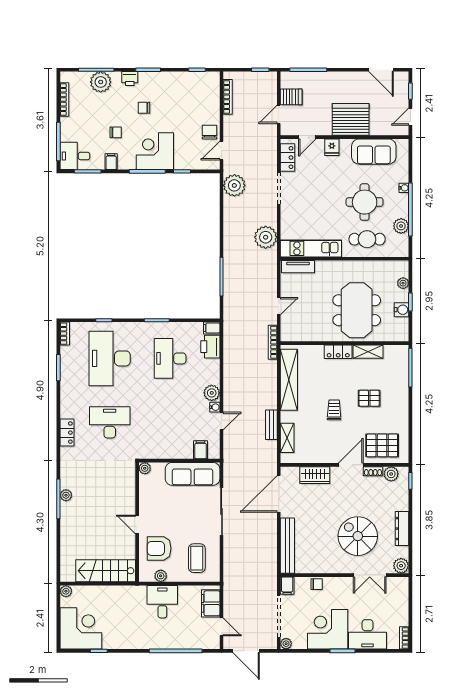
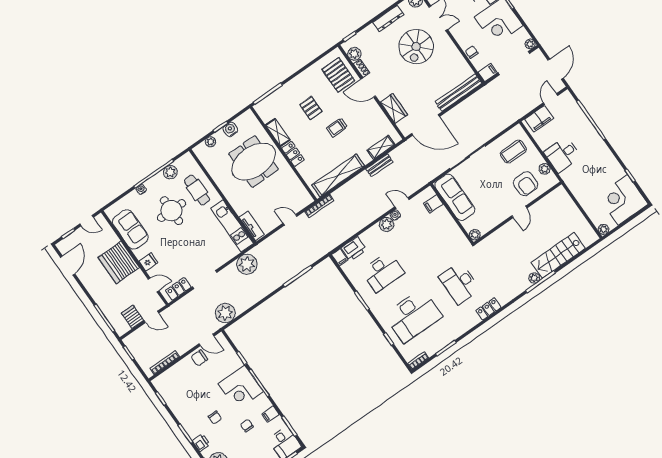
stairs: (106, 571) -> (558, 256), moved, turned 90

